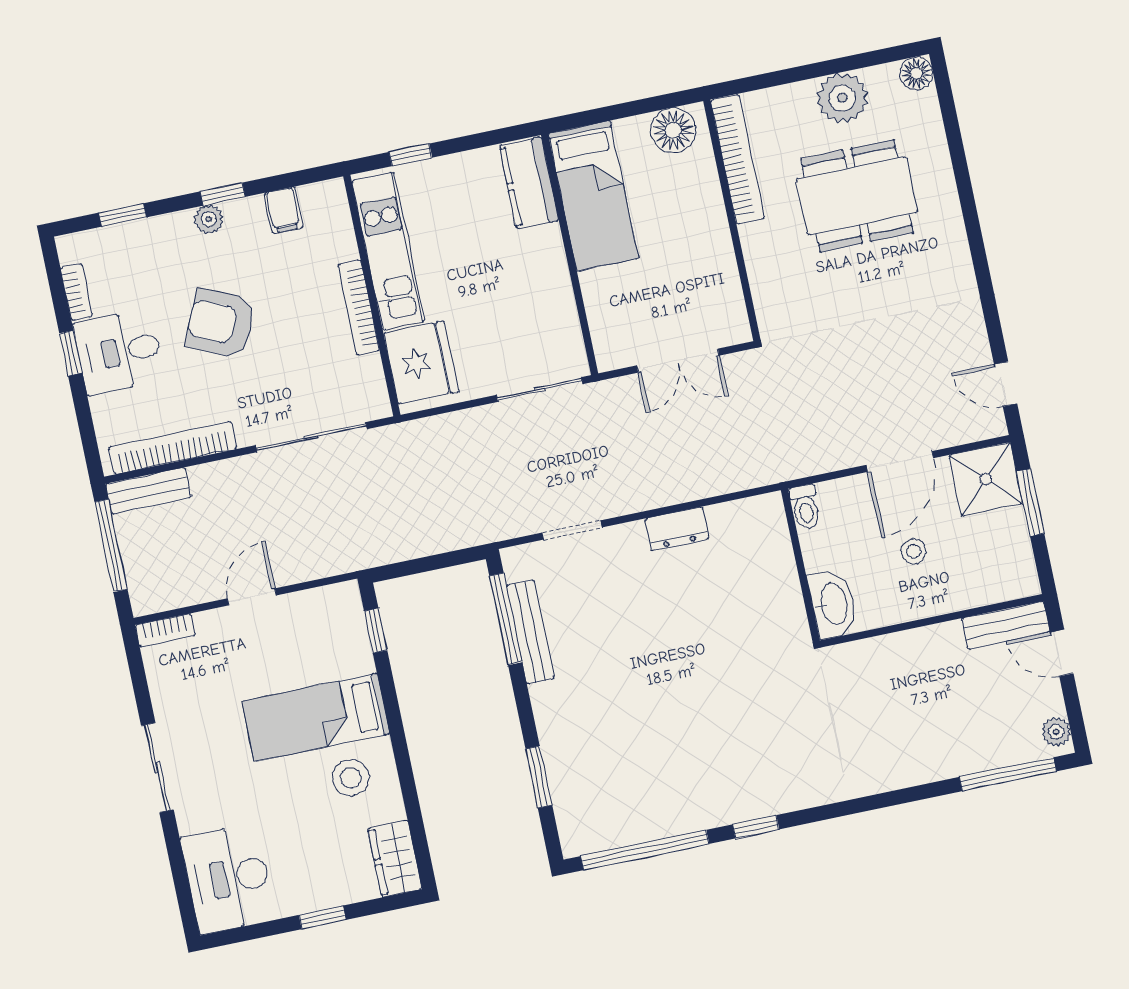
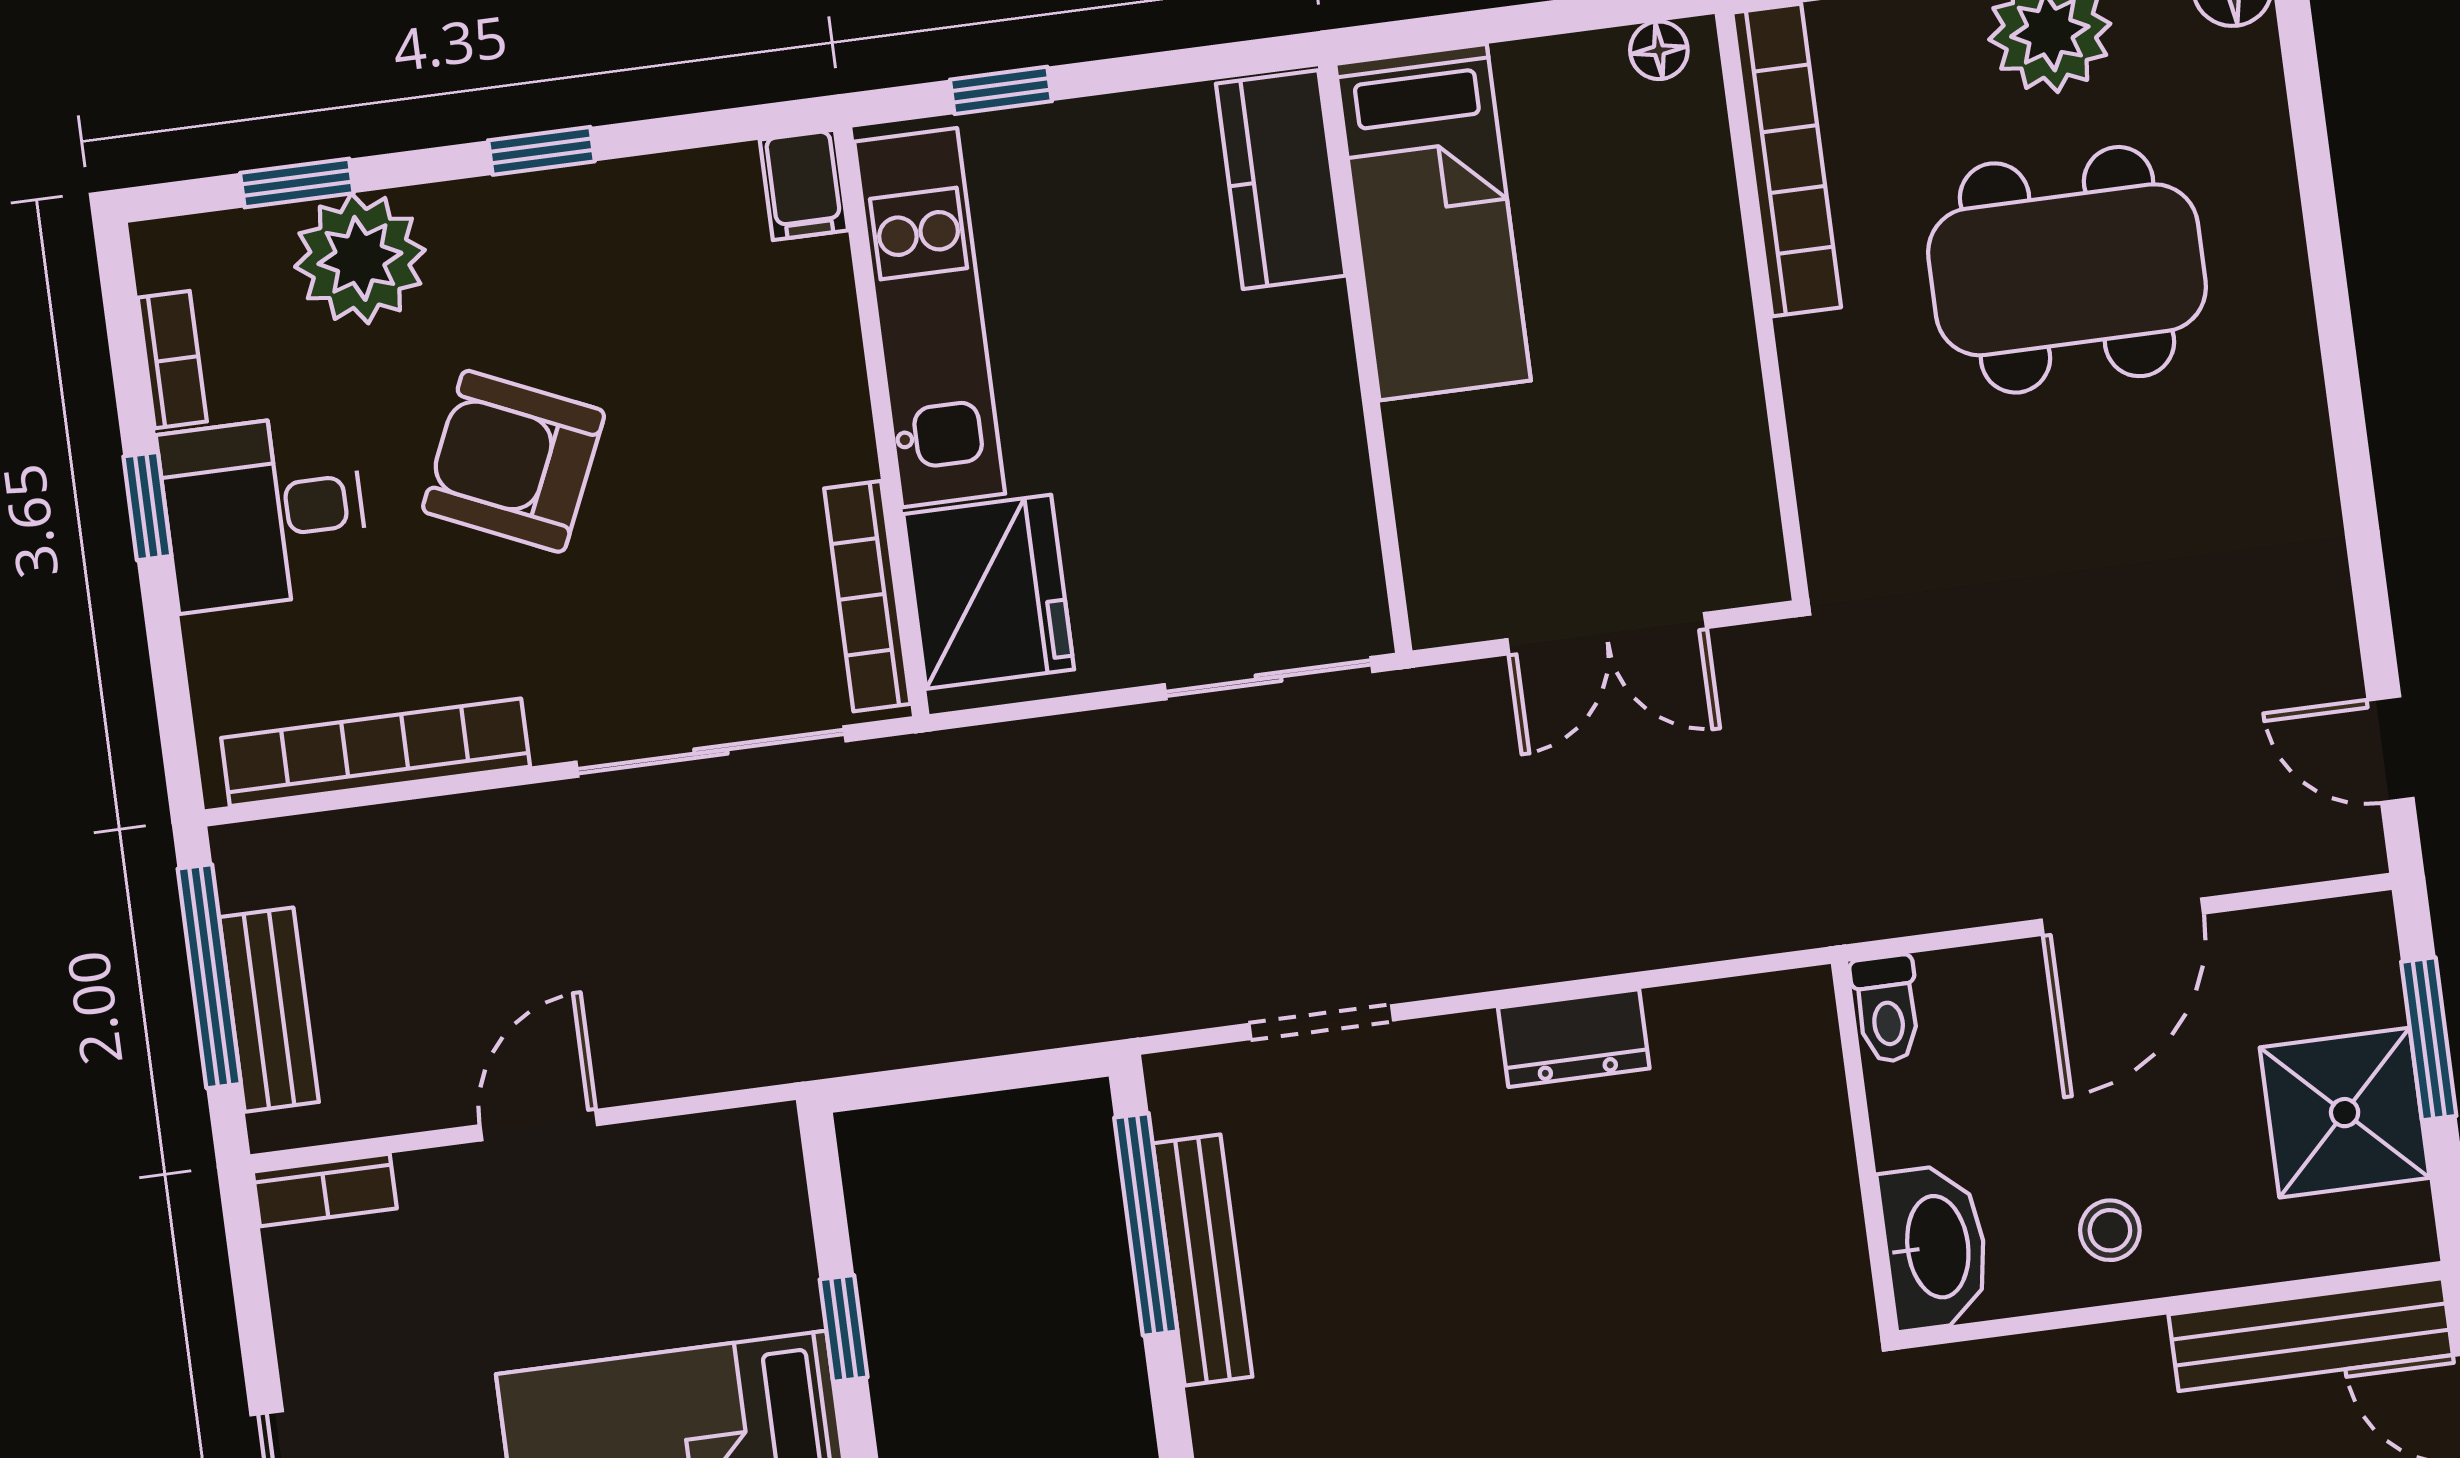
floor lamp: (673, 130) -> (1659, 50), width x0.53, depth x0.53
filing cabinet: (284, 210) -> (804, 185), moved
plant: (209, 219) -> (360, 258), moved, width x1.88, depth x1.88
bookcase: (359, 308) -> (867, 596), moved
shower: (986, 479) -> (2345, 1113), moved
bench: (148, 491) -> (269, 1010), moved, turned 90
stool: (914, 551) -> (2110, 1230), moved
bench: (1006, 625) -> (2311, 1335), width x1.36
window: (376, 631) -> (844, 1328), moved

